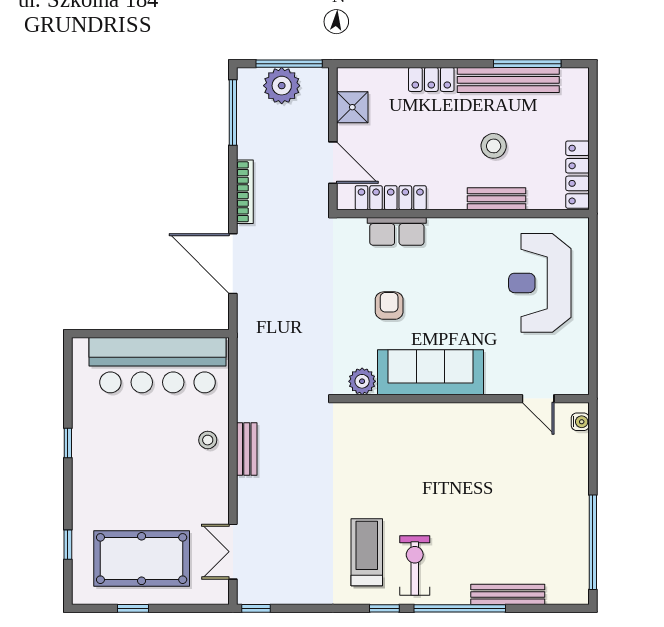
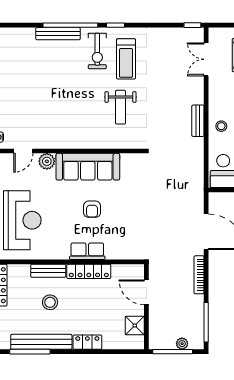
plant: (282, 86) -> (182, 344), width x0.53, depth x0.53
locker: (391, 198) -> (89, 271), moved
row of seats: (397, 231) -> (87, 251), moved
armchair: (389, 306) -> (92, 209), moved
plant: (362, 381) -> (47, 161), moved
door: (538, 399) -> (23, 151), swing flipped
weight bench: (376, 472) -> (121, 107), added
double door: (233, 552) -> (206, 59), swing flipped
bench: (508, 594) -> (58, 34), moved

